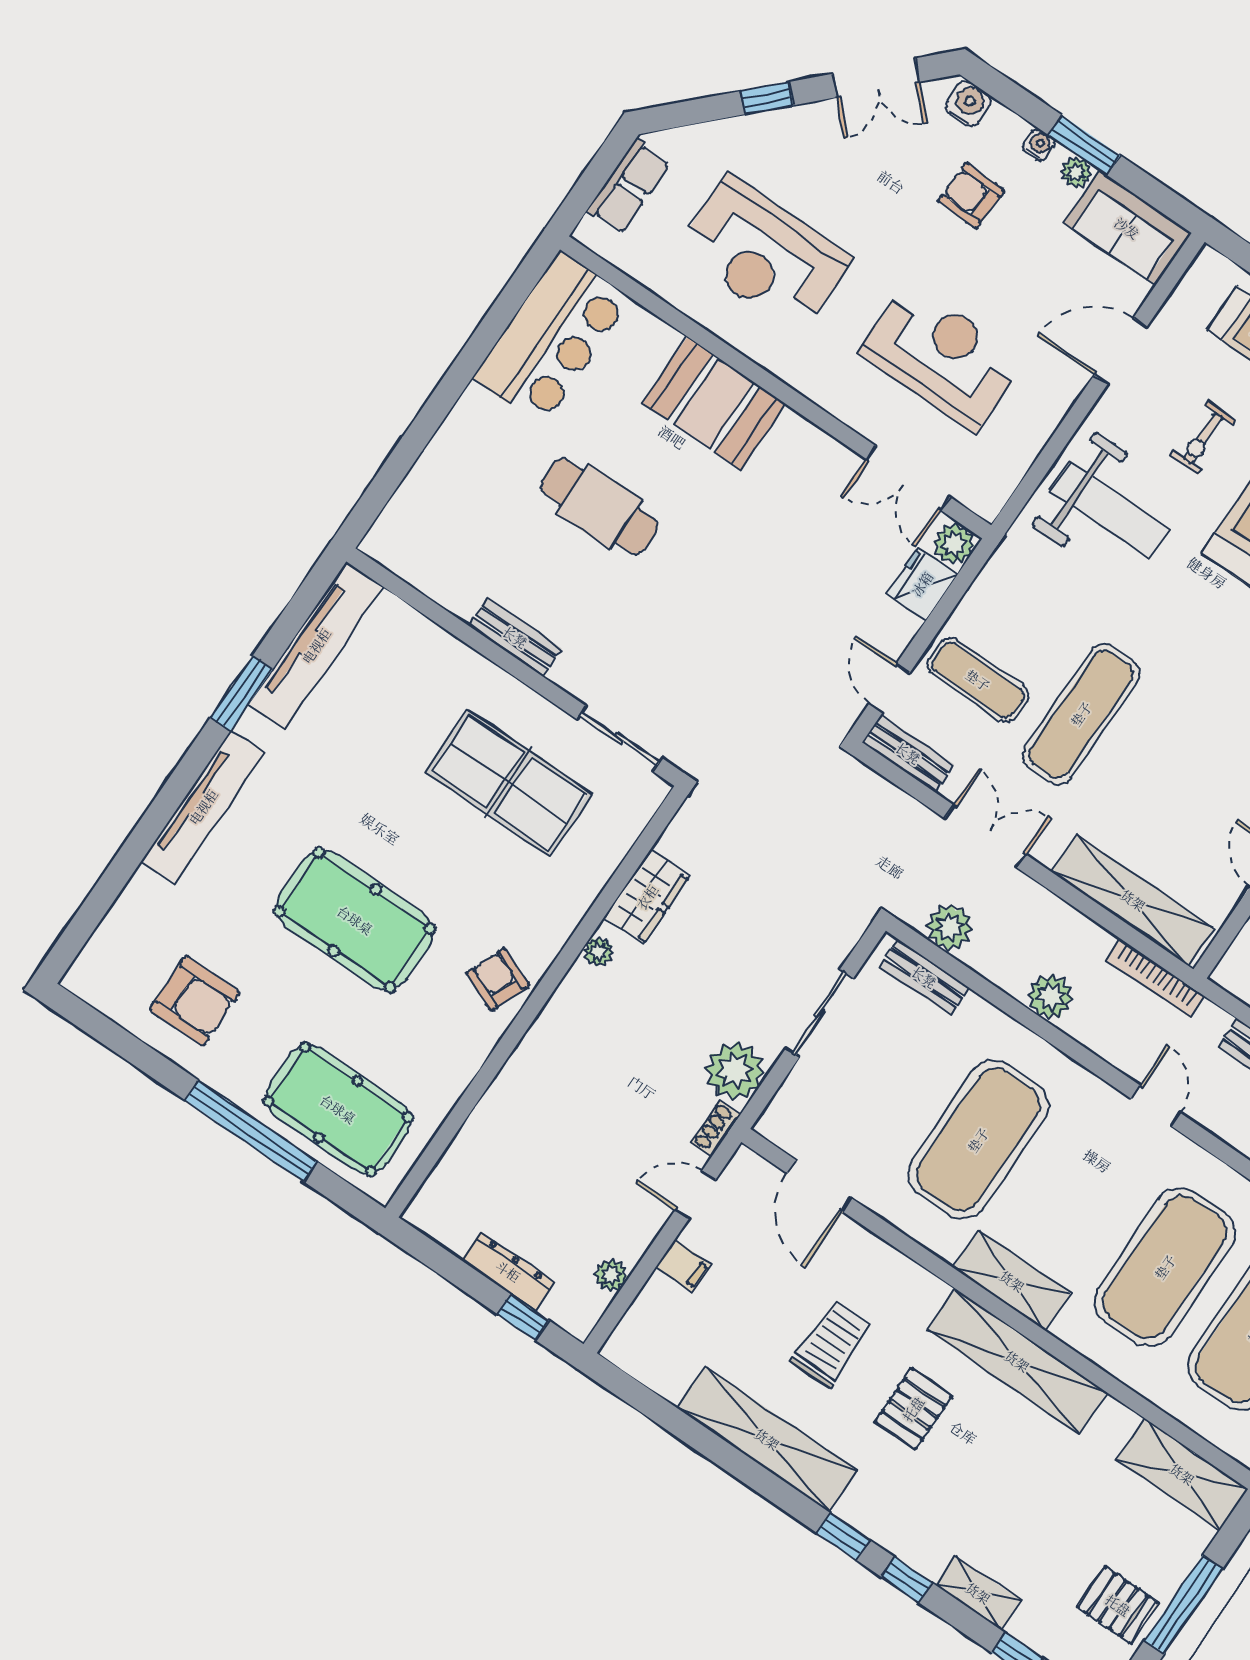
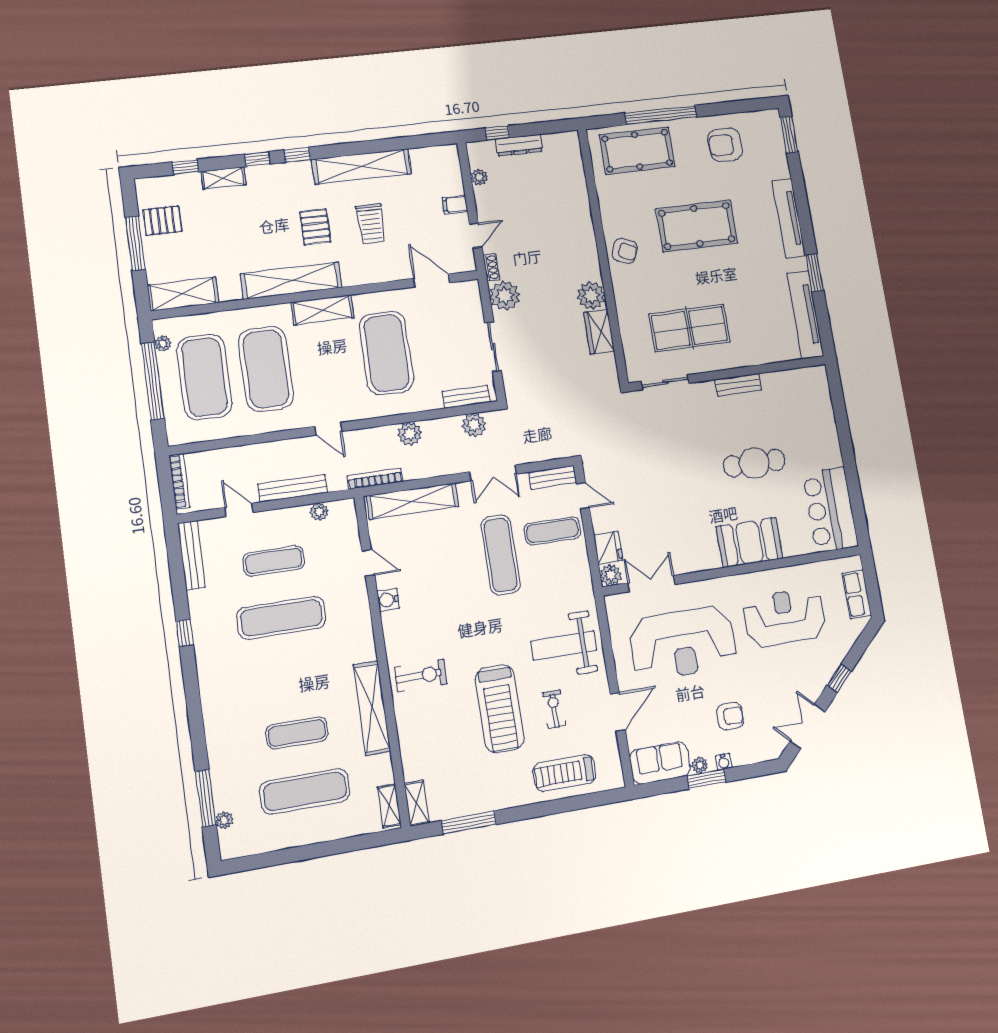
water cooler: (968, 104) -> (765, 751), removed
reception desk: (942, 356) -> (683, 643), width x1.36, depth x1.30
window: (79, 930) -> (789, 134), added
plant: (598, 951) -> (591, 296), width x1.87, depth x1.87

